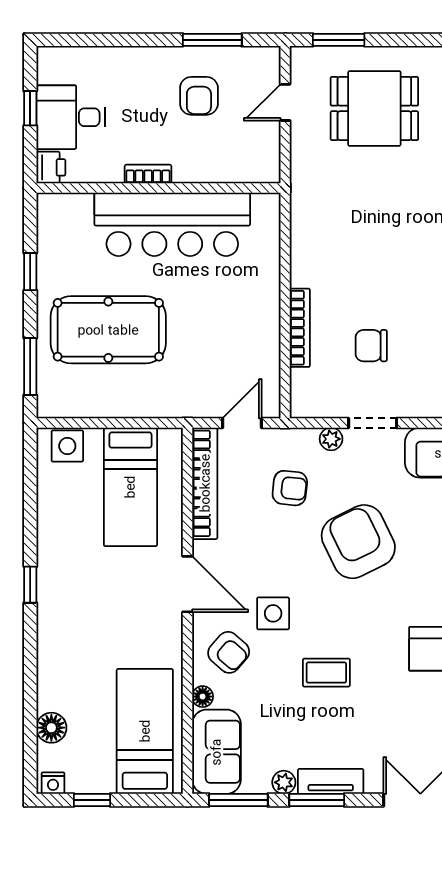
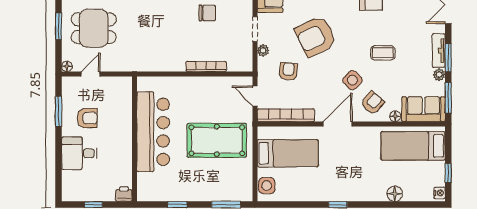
window: (339, 40) -> (59, 26), moved
floor lamp: (300, 56) -> (67, 66), added
door: (285, 102) -> (91, 74), swing flipped
dining table: (374, 108) -> (94, 28), turned 90
desk: (71, 117) -> (79, 153), moved, turned 90
bookcase: (148, 174) -> (127, 144), removed
pool table: (108, 330) -> (217, 140), moved, turned 90
chair: (371, 346) -> (207, 13), moved, turned -90
side table: (273, 613) -> (353, 80), turned 45
coffee table: (326, 673) -> (383, 53), turned 90
floor lamp: (51, 728) -> (395, 194), moved

